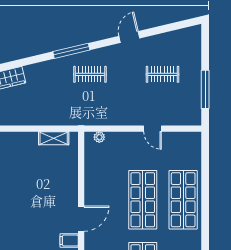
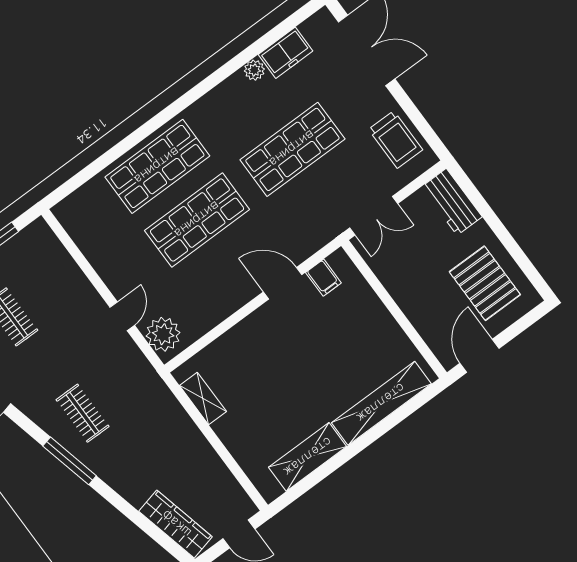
door: (152, 129) -> (122, 316), moved
plant: (99, 137) -> (163, 334), width x1.87, depth x1.87

